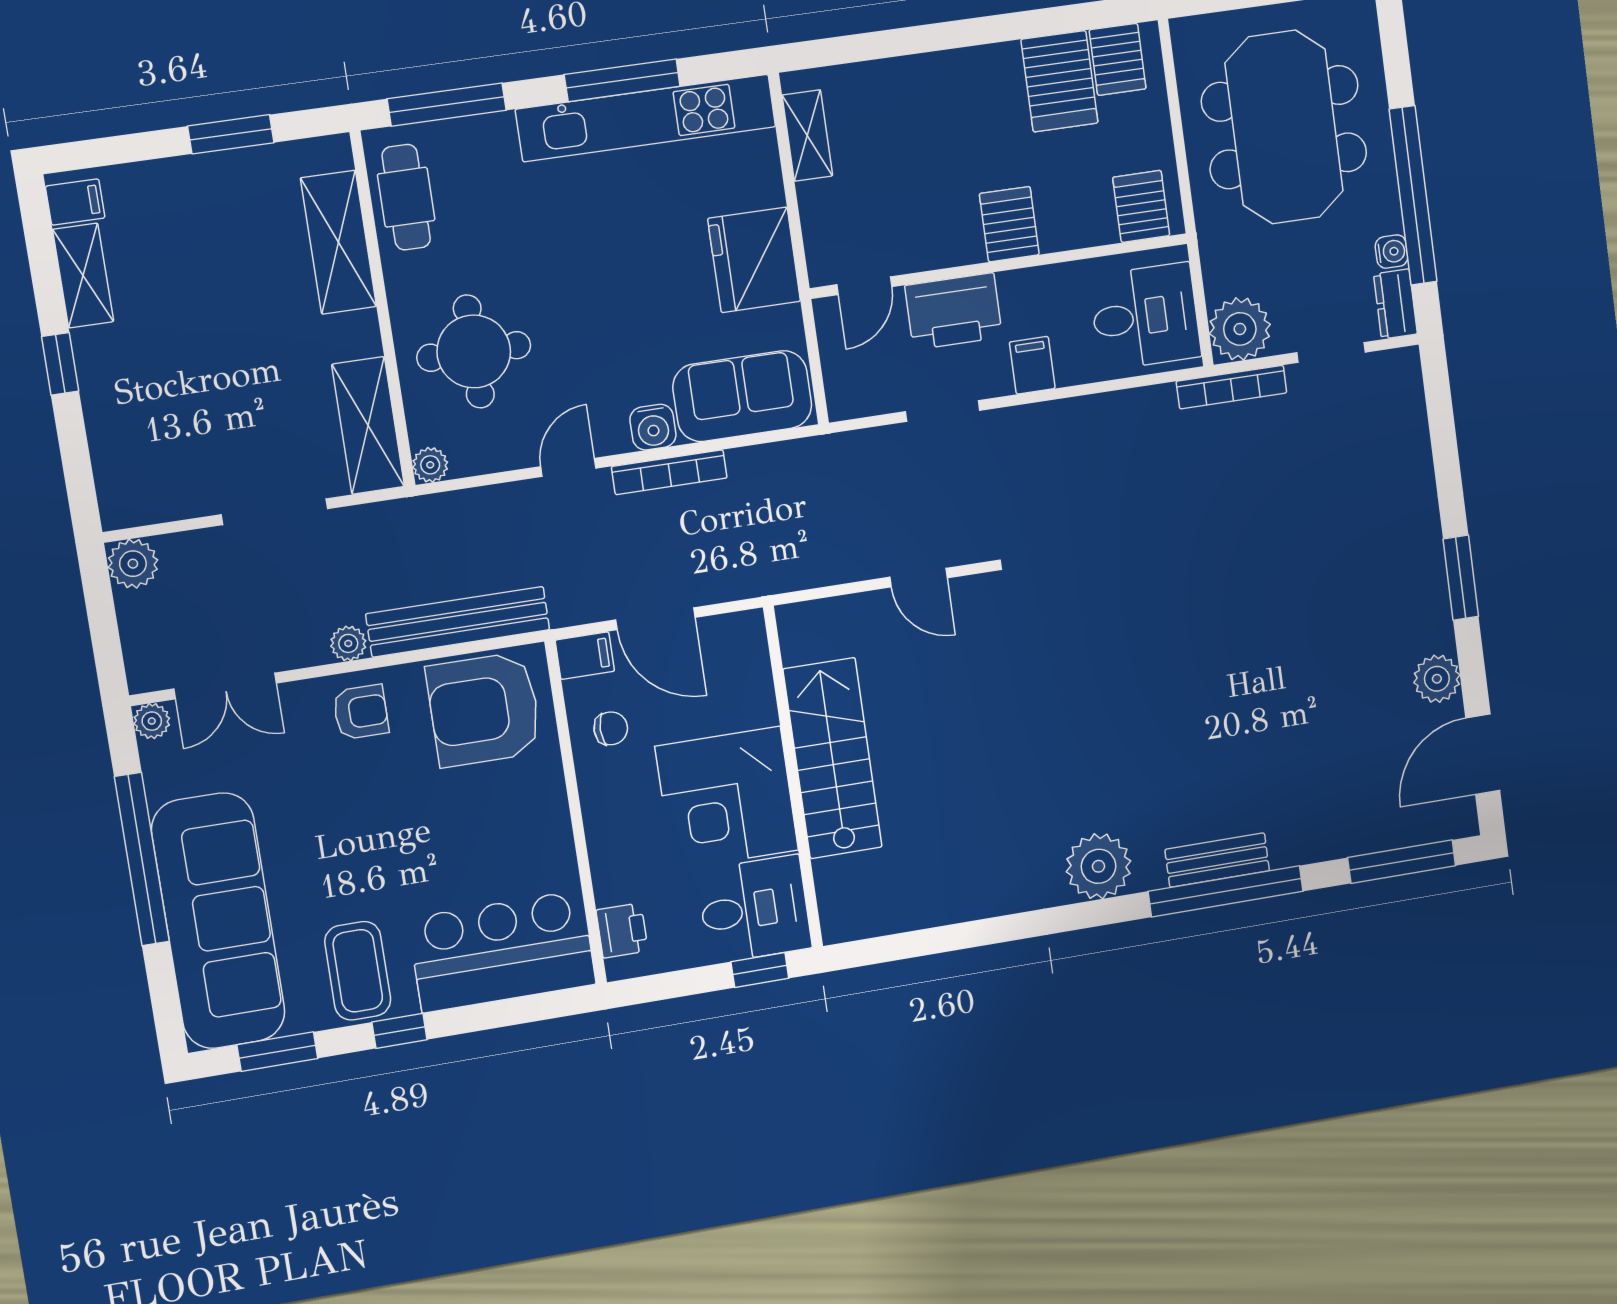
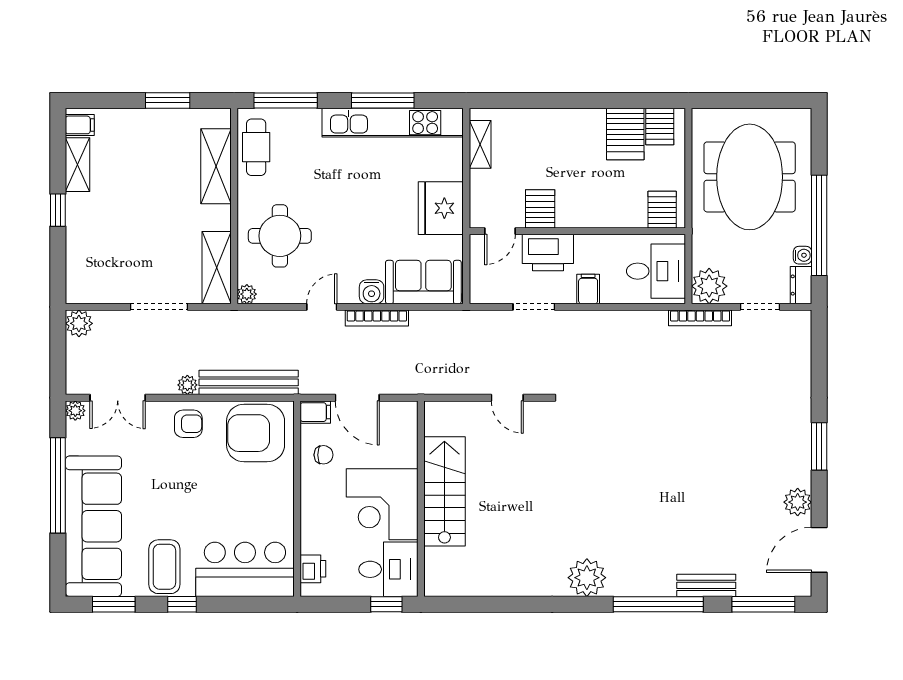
server rack: (1009, 224) -> (540, 209), moved
bench: (1217, 860) -> (706, 585), moved

